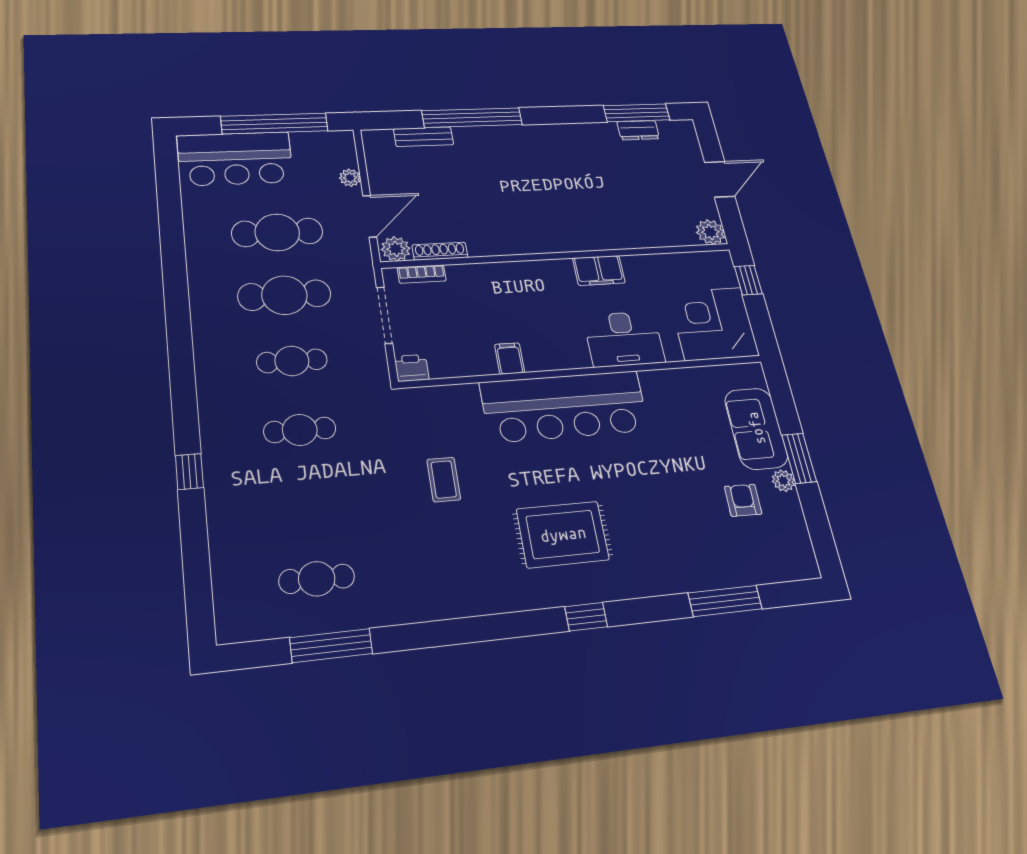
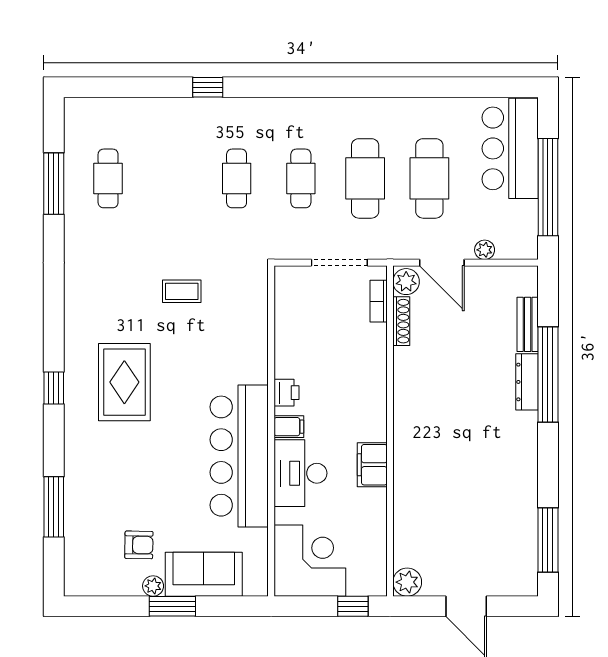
dresser: (638, 130) -> (527, 382), moved, width x1.44
filing cabinet: (510, 358) -> (289, 427), moved
printer: (412, 368) -> (286, 393), moved
bar counter: (565, 406) -> (239, 456), moved

